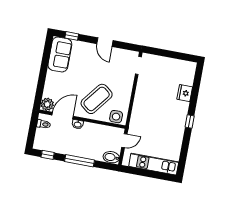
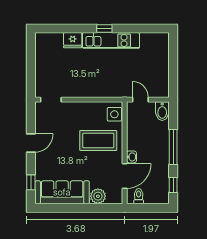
sofa: (60, 55) -> (62, 192), width x1.36
coffee table: (97, 99) -> (98, 140), turned -38
plant: (47, 104) -> (98, 196), moved
door: (63, 116) -> (125, 176), swing flipped
kitchen unit: (154, 164) -> (111, 40), moved, turned -90

